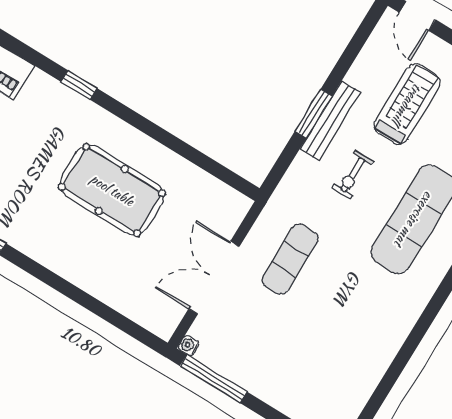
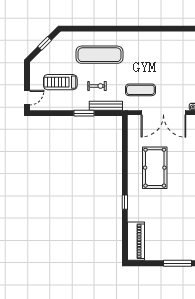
bench: (330, 121) -> (106, 106), moved
double door: (214, 278) -> (163, 113), width x1.36

